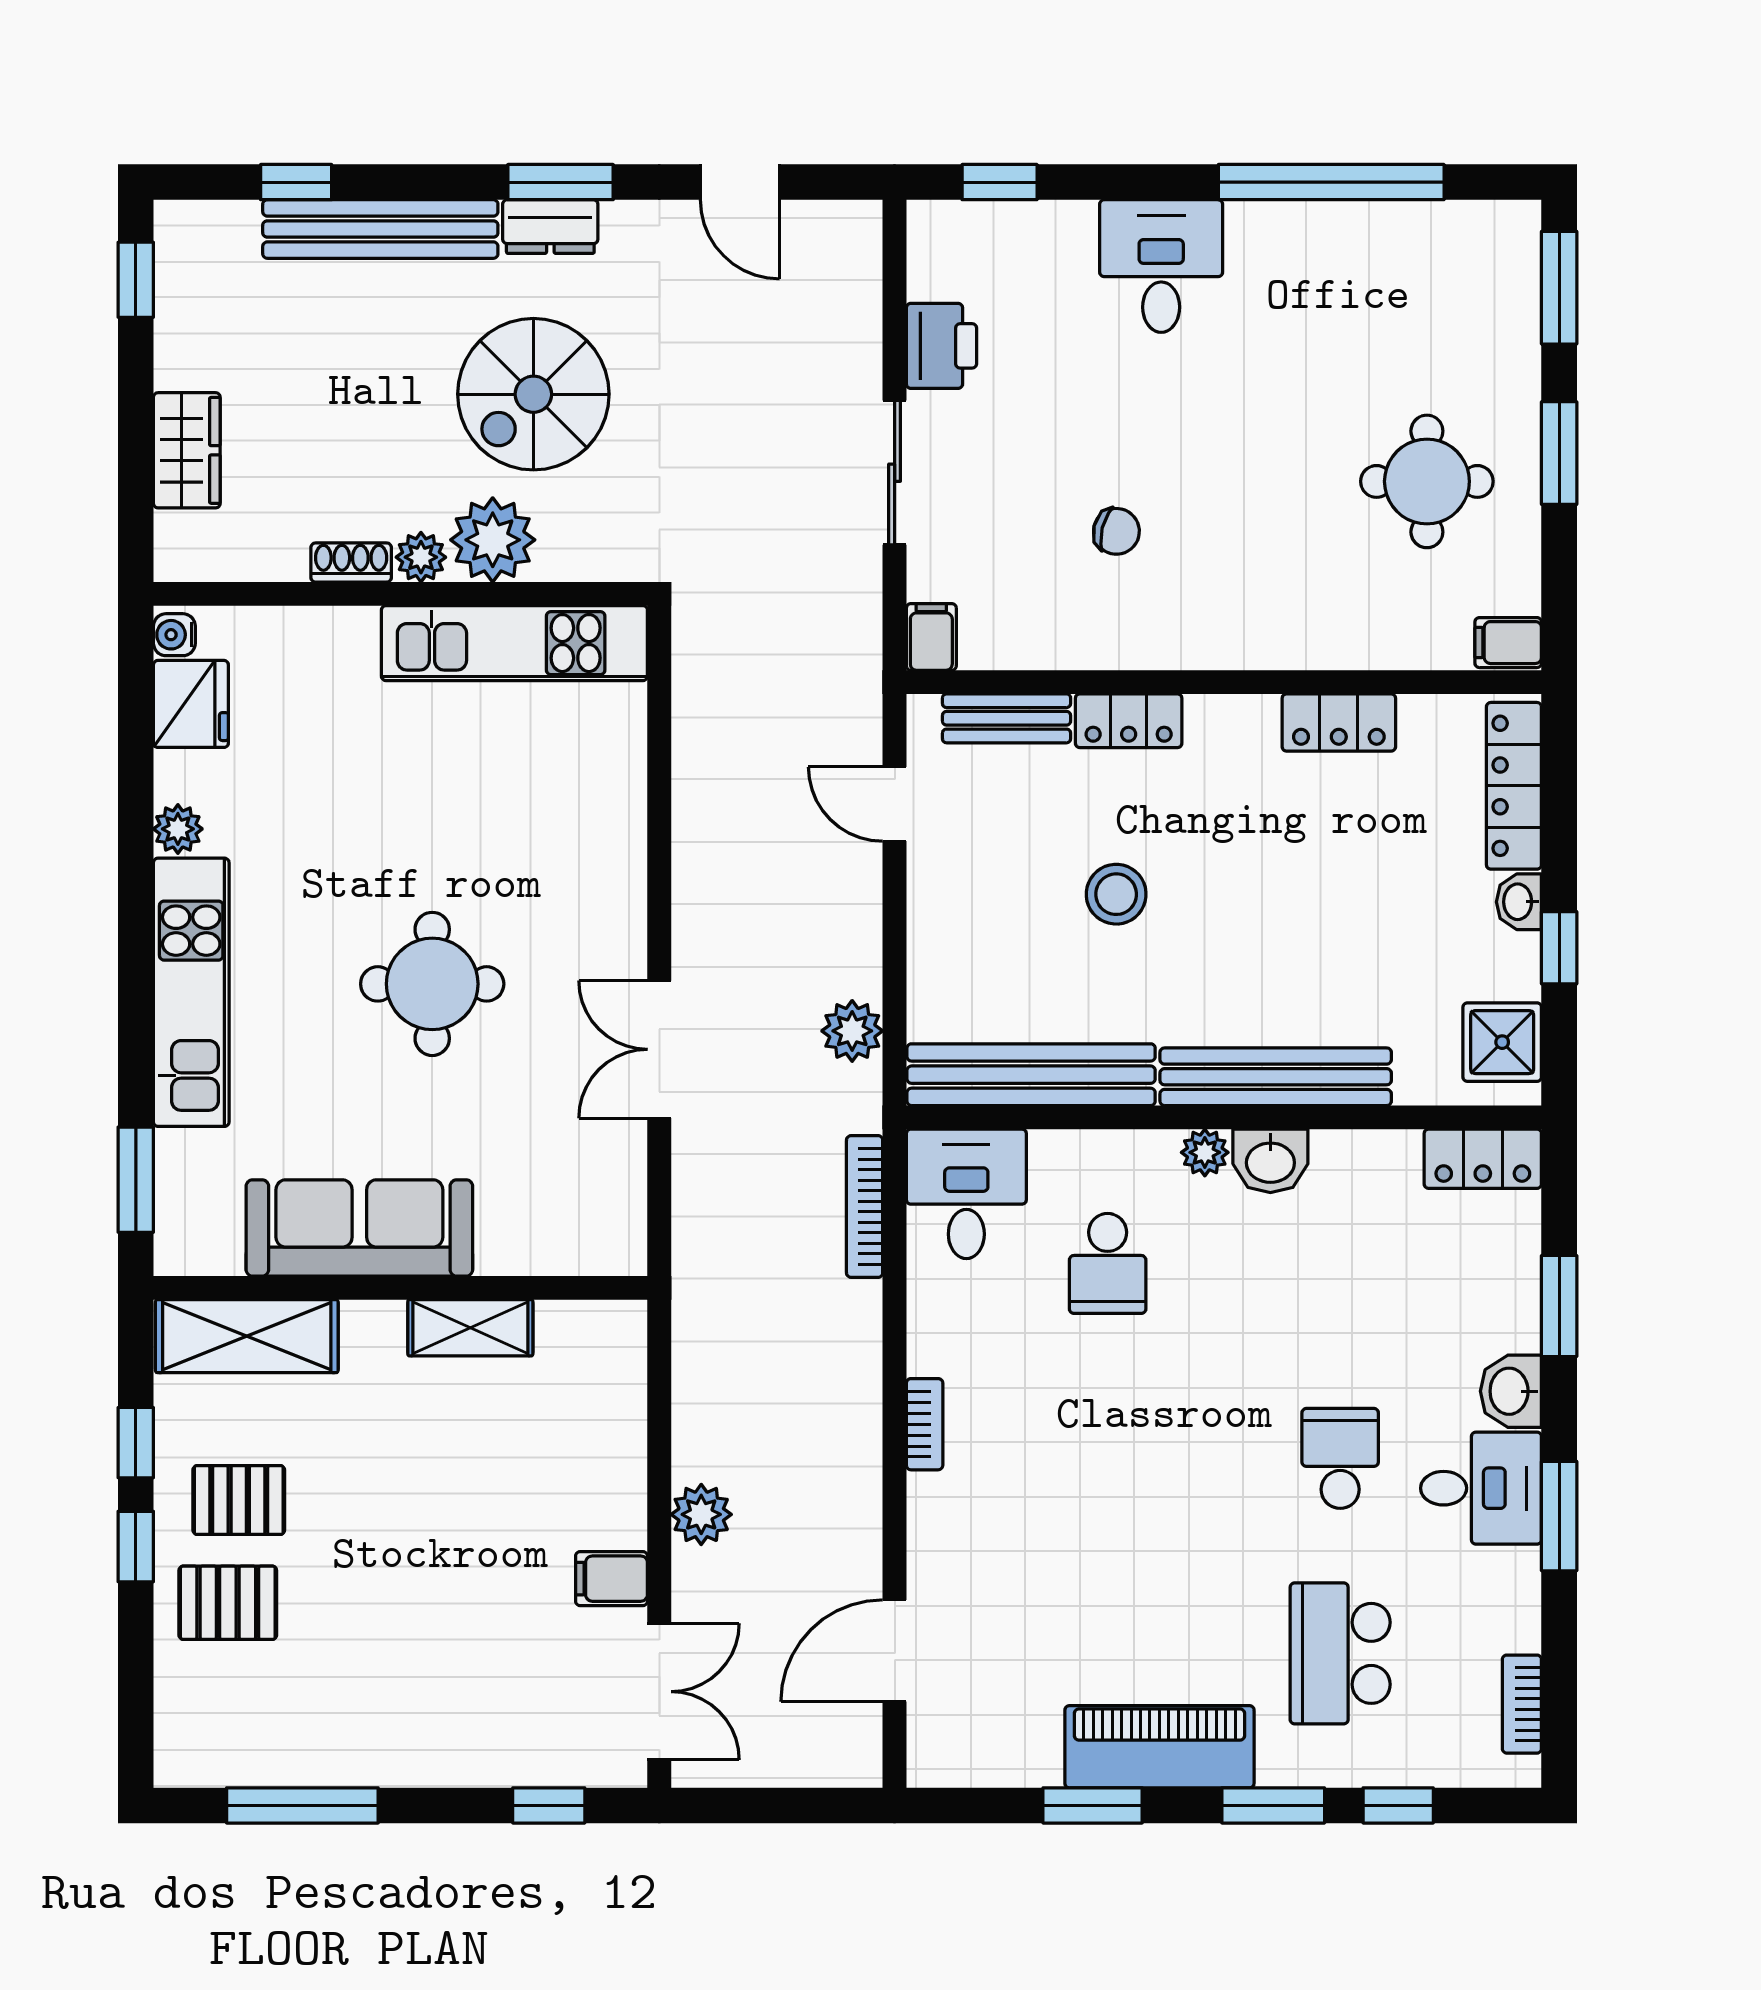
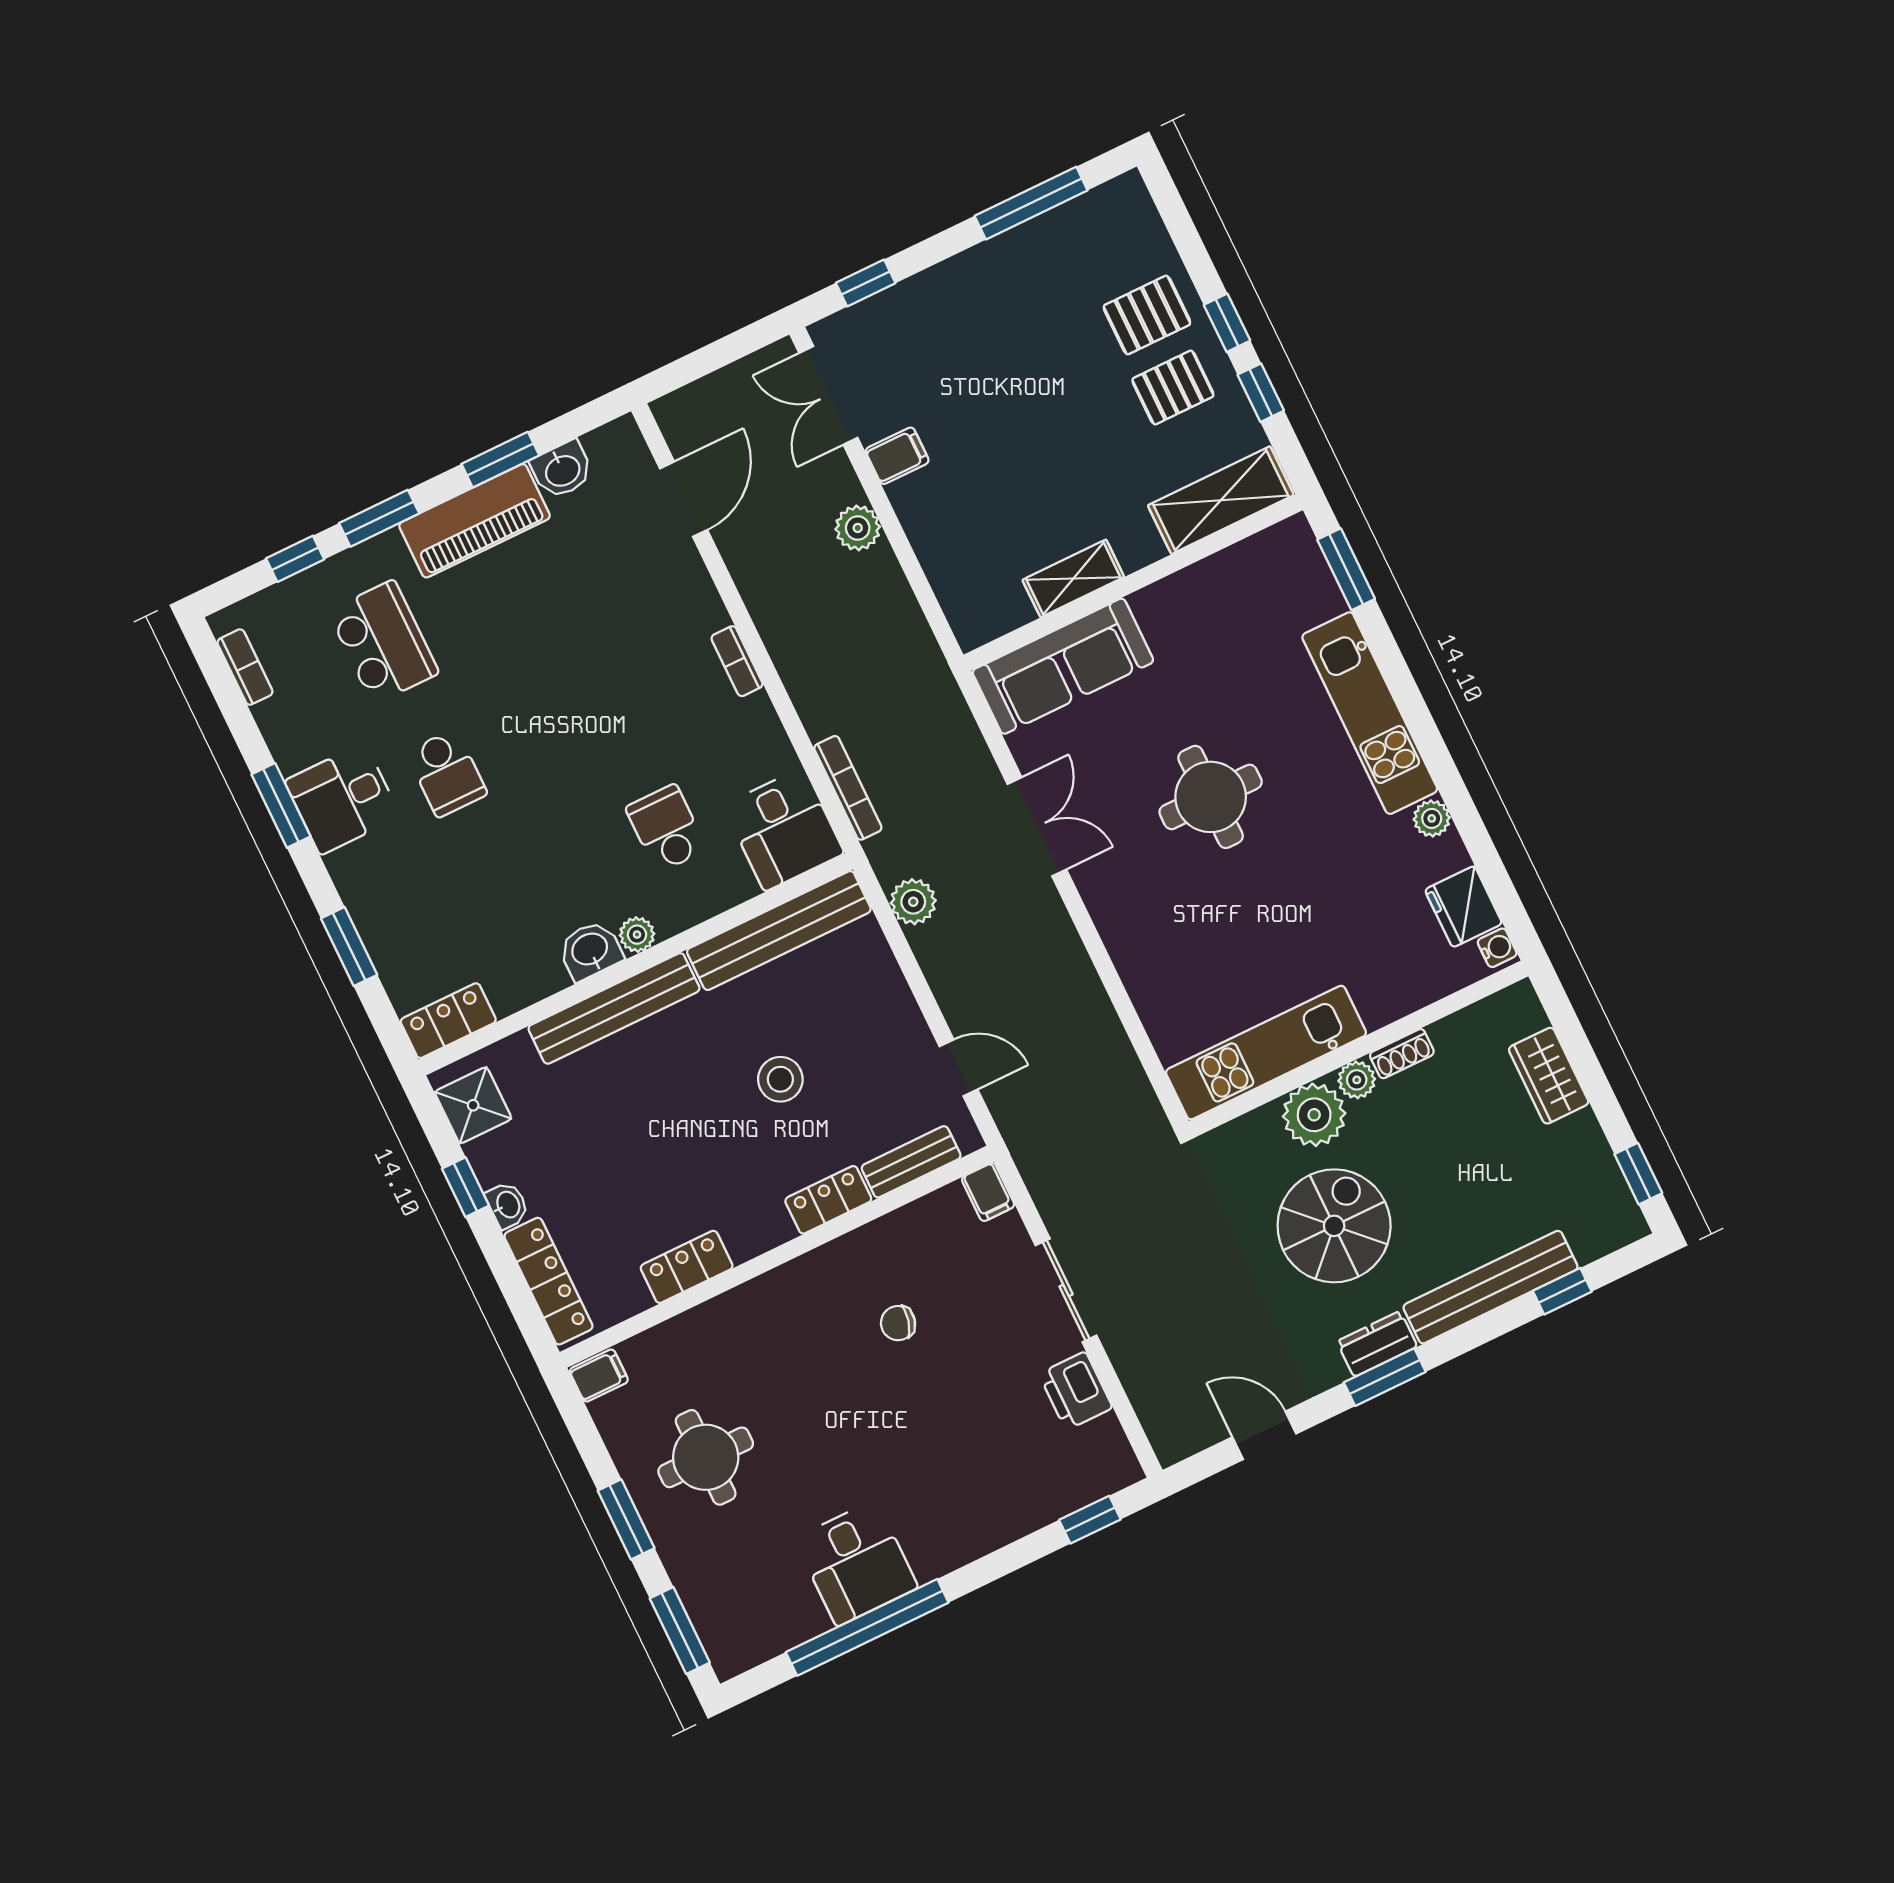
desk: (1161, 266) -> (856, 1563), moved
sofa: (359, 1228) -> (1063, 666), moved
washbasin: (1511, 1391) -> (562, 470), moved, turned 90

